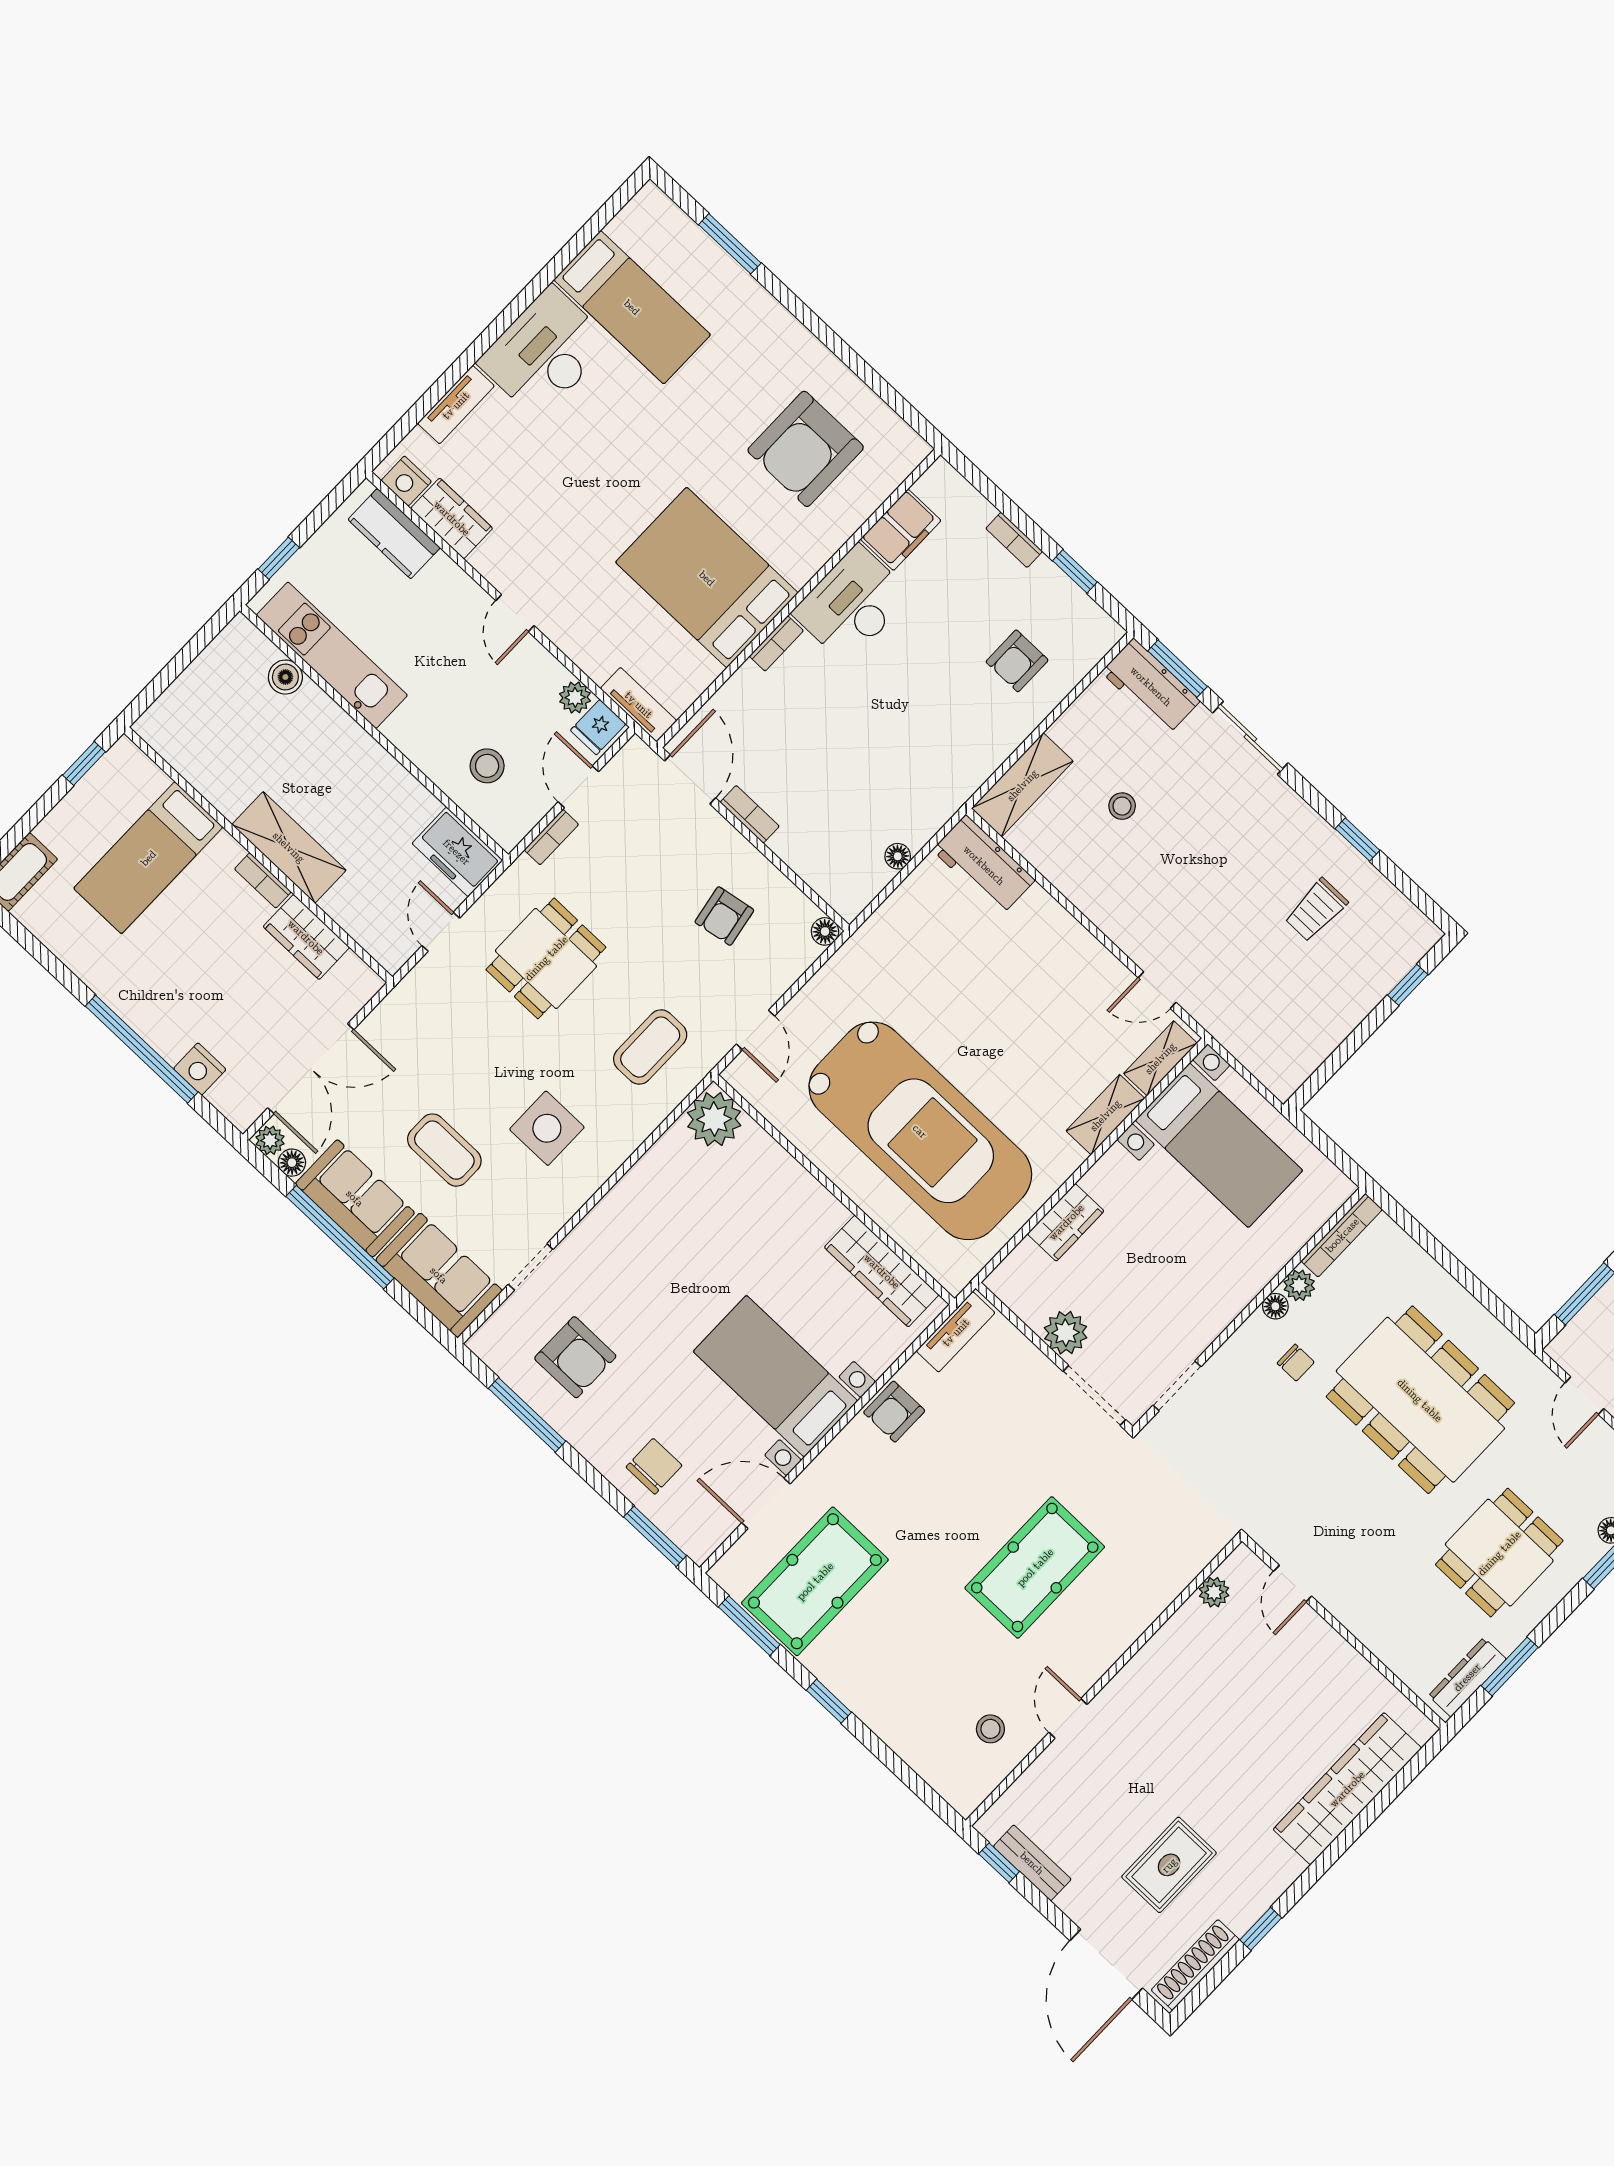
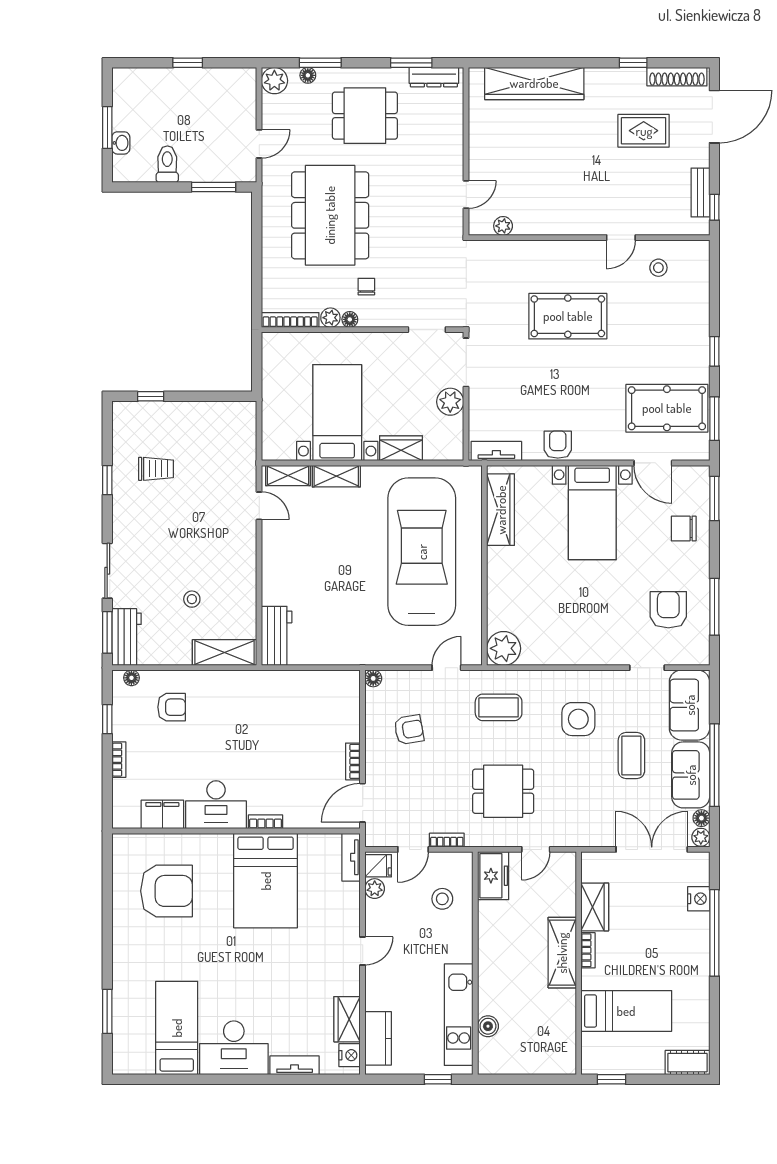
floor lamp: (898, 856) -> (131, 678), moved
bed with nightstands: (1219, 1145) -> (337, 413), moved
armchair: (894, 1412) -> (558, 445), turned -90

